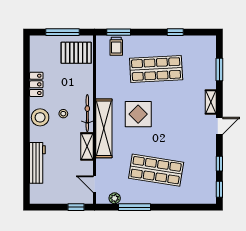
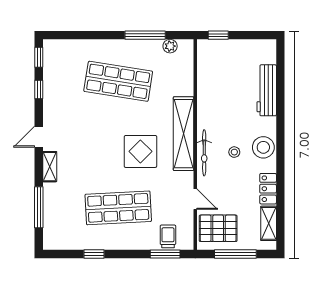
window: (219, 70) -> (39, 207), width x1.44
shelving: (87, 146) -> (269, 223), moved
door: (95, 184) -> (195, 199), moved

